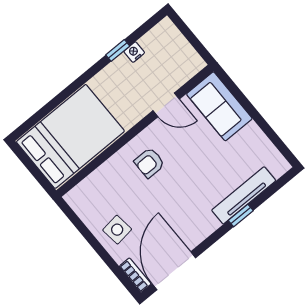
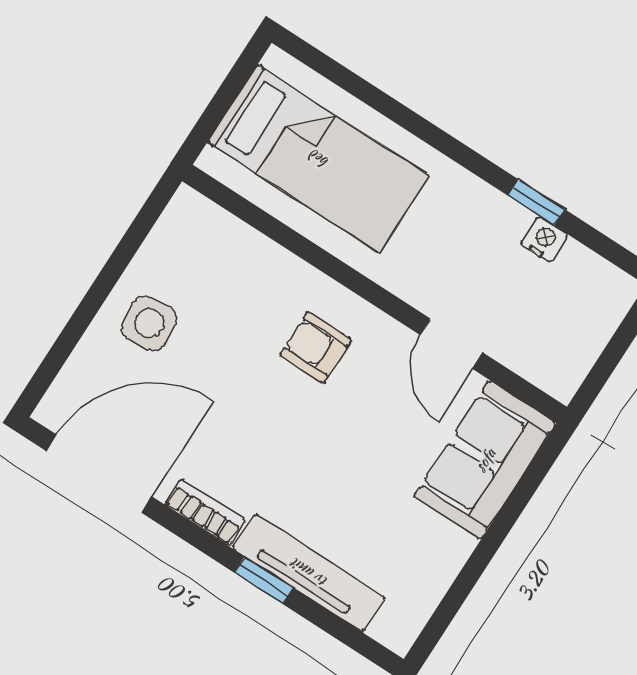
bed: (70, 136) -> (319, 159), width x0.67
bookcase: (135, 275) -> (205, 512), moved, turned -90

